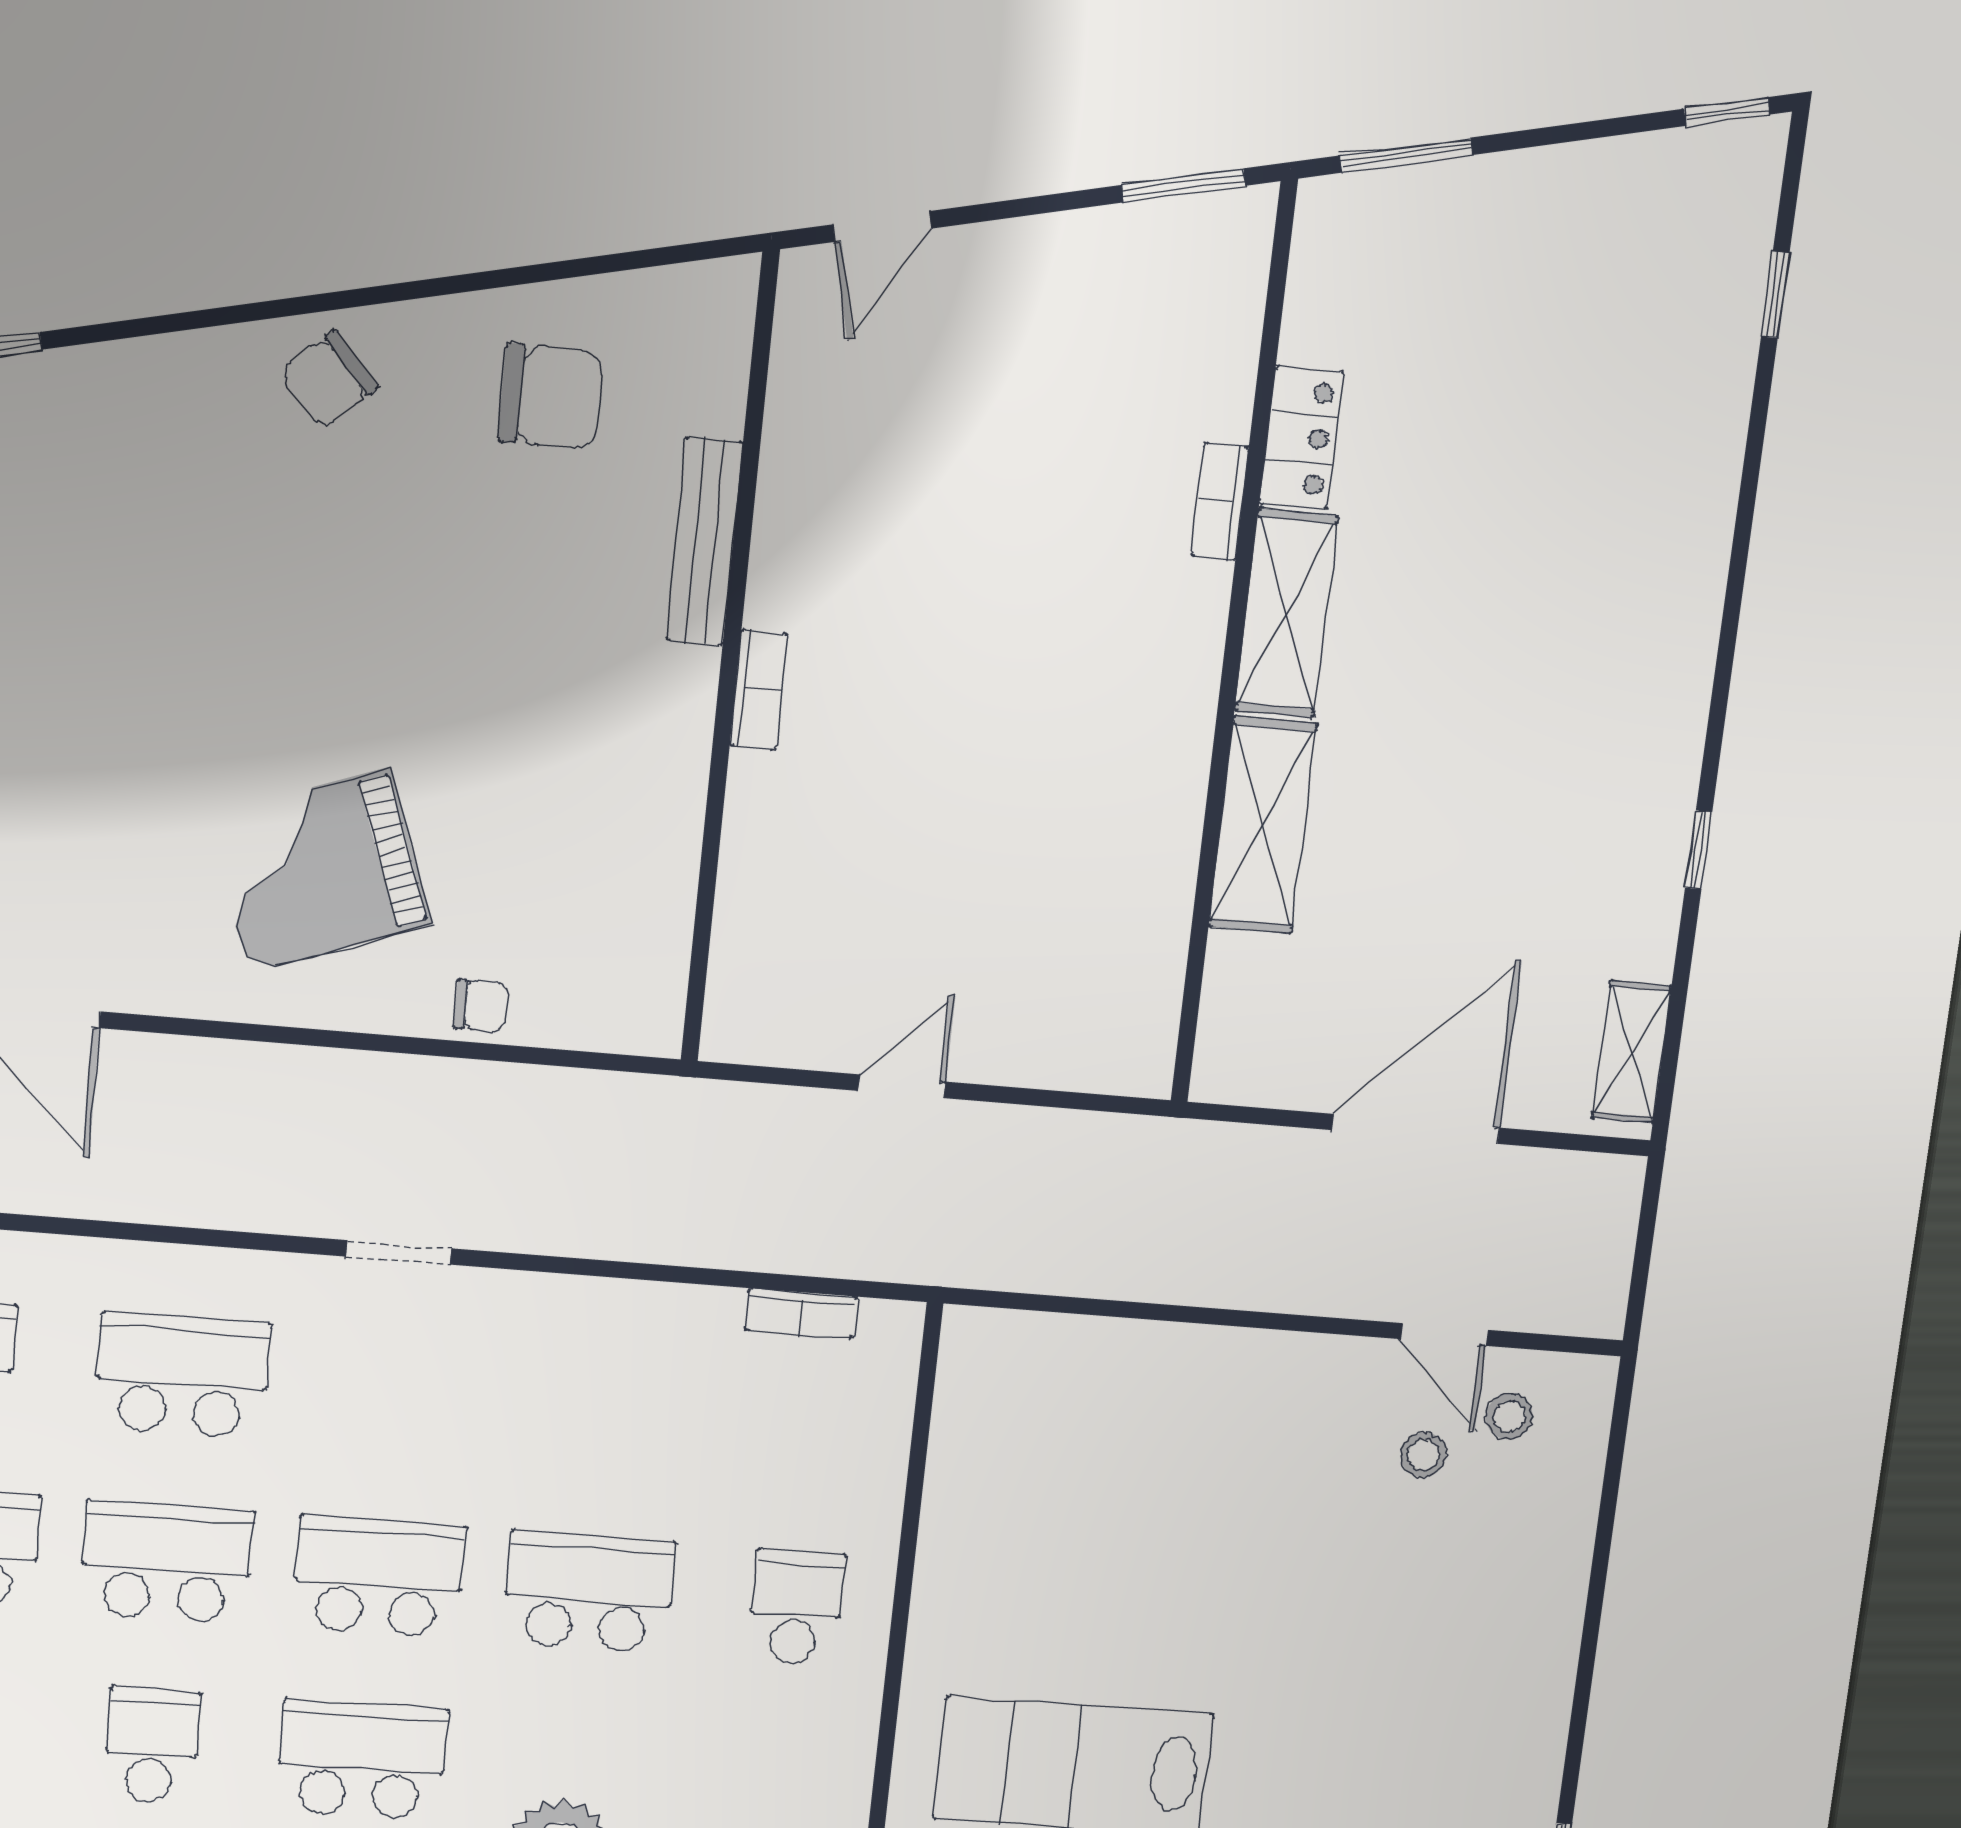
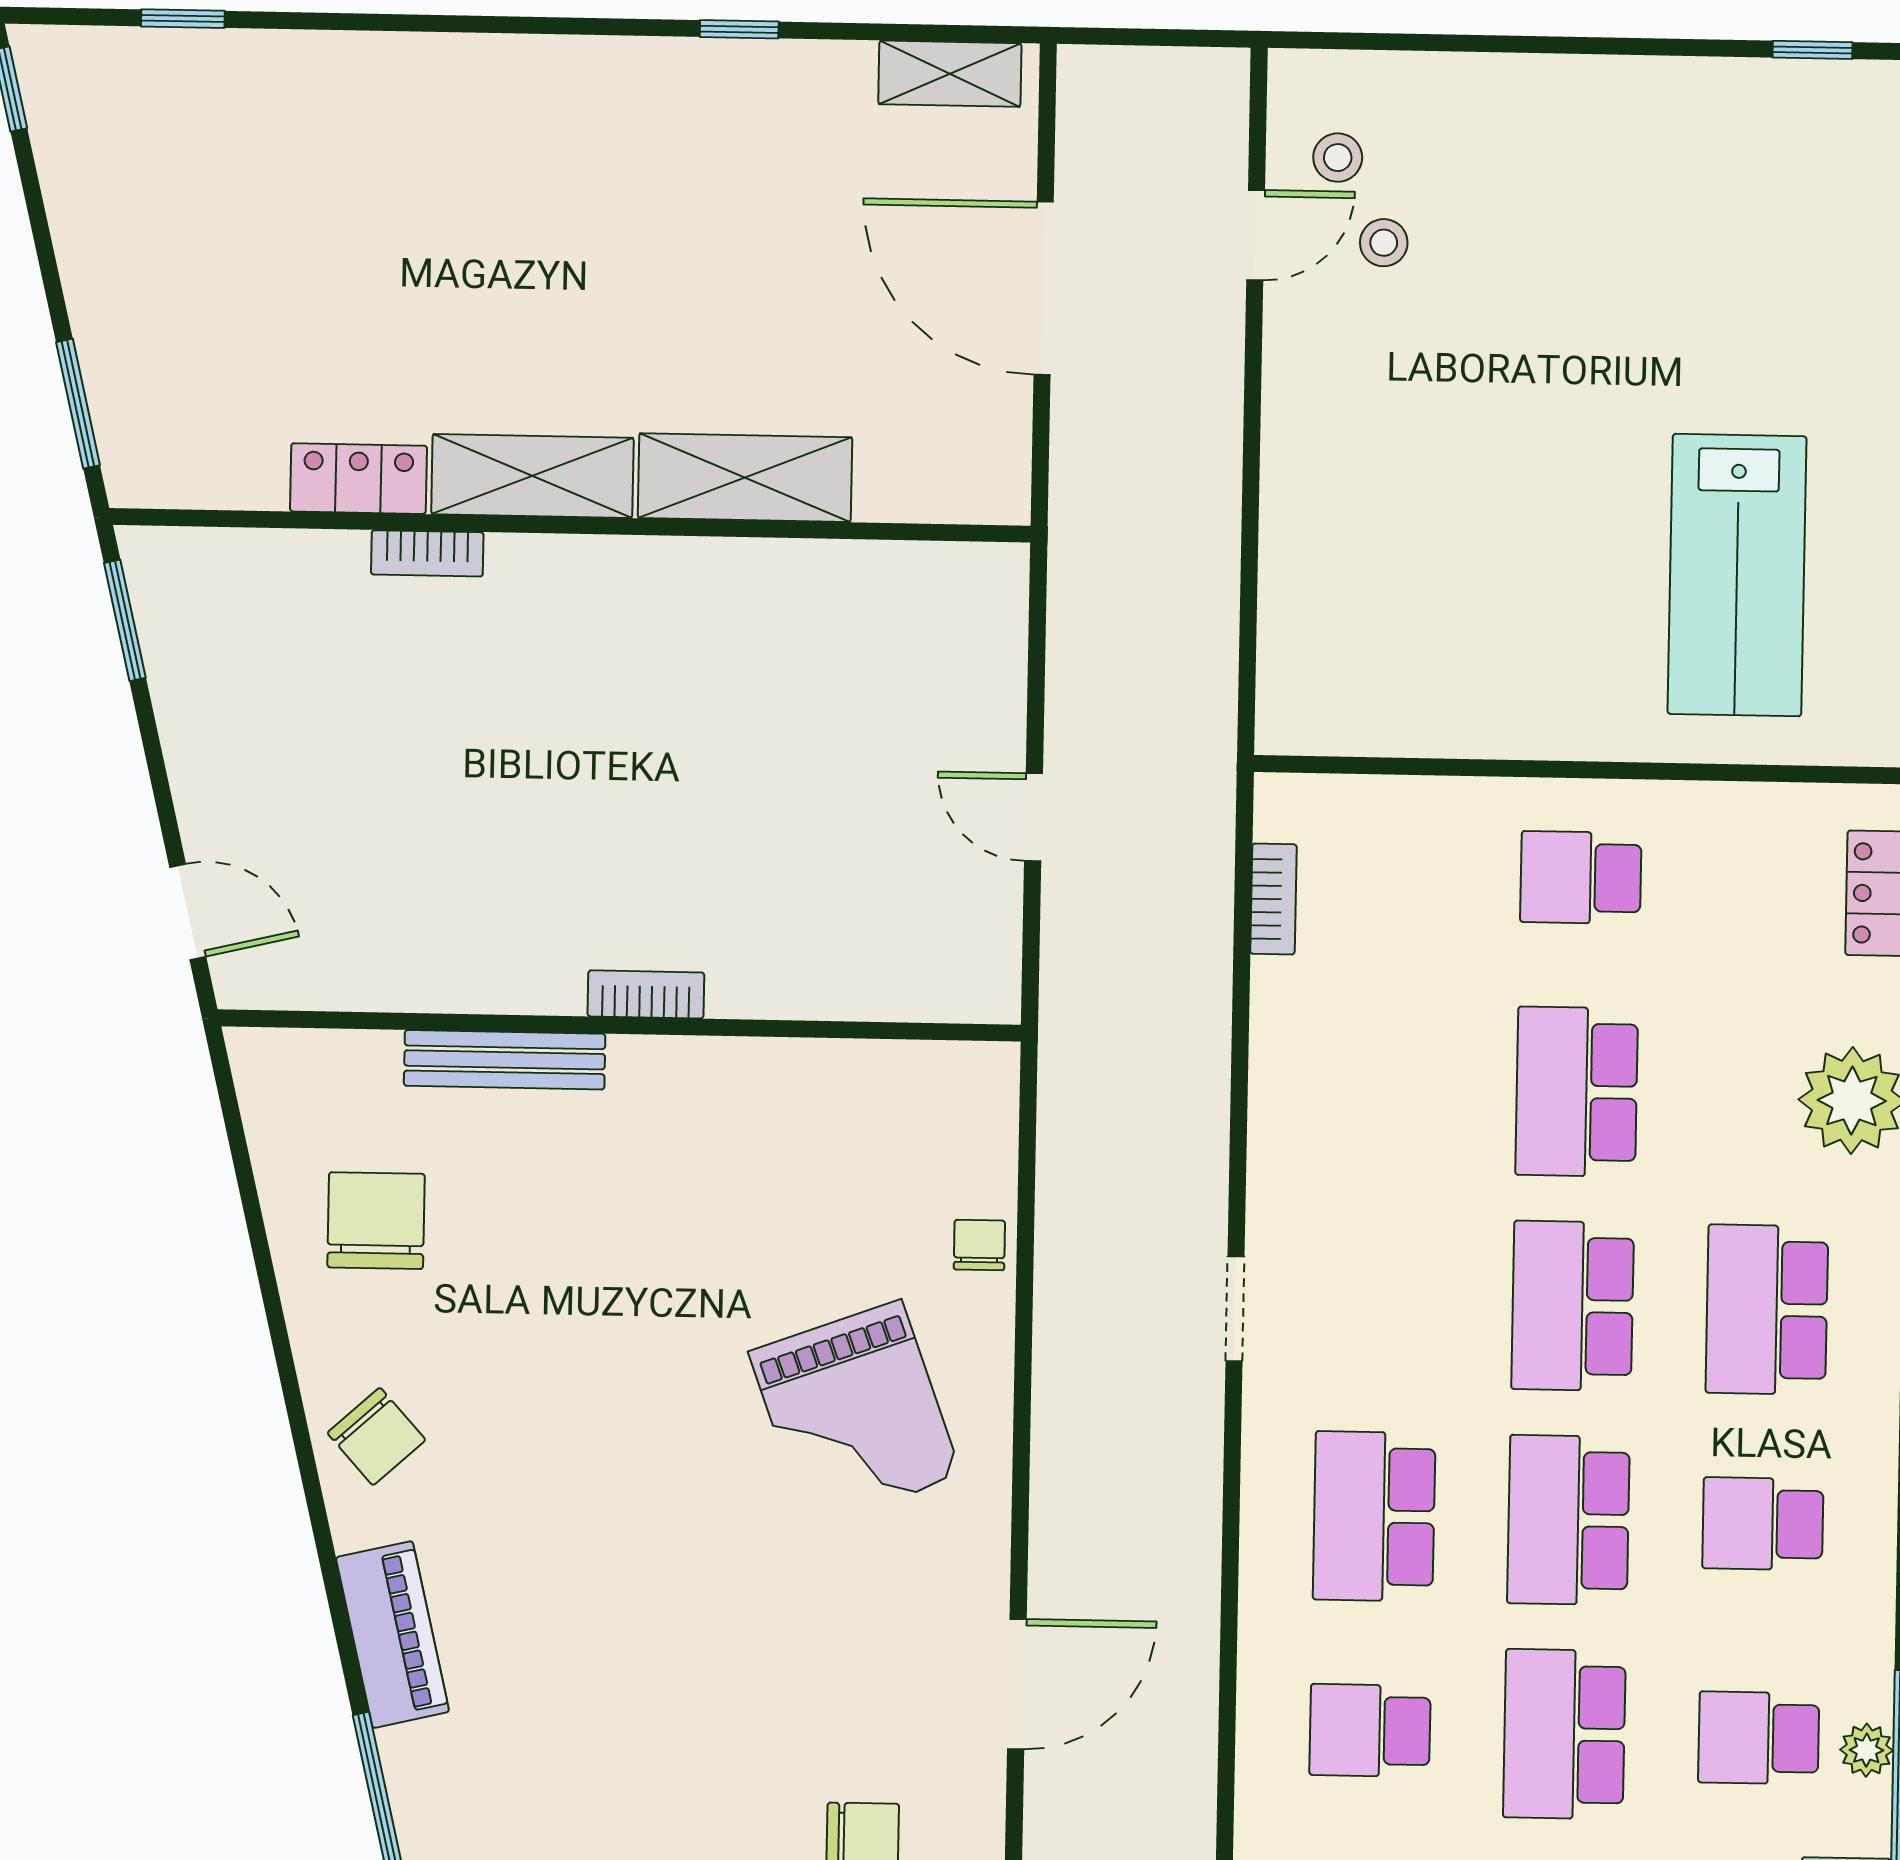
piano: (121, 381) -> (393, 1635), added

